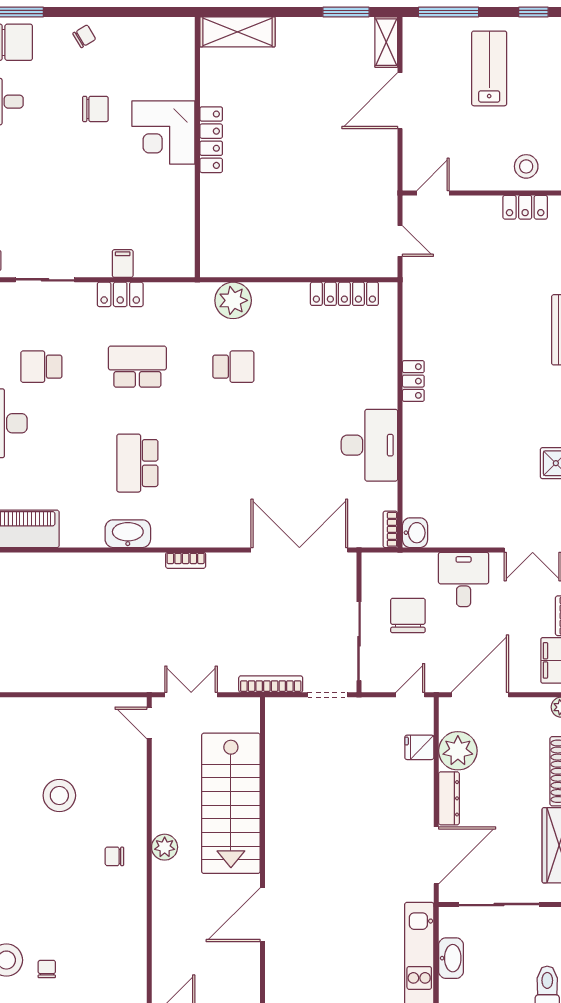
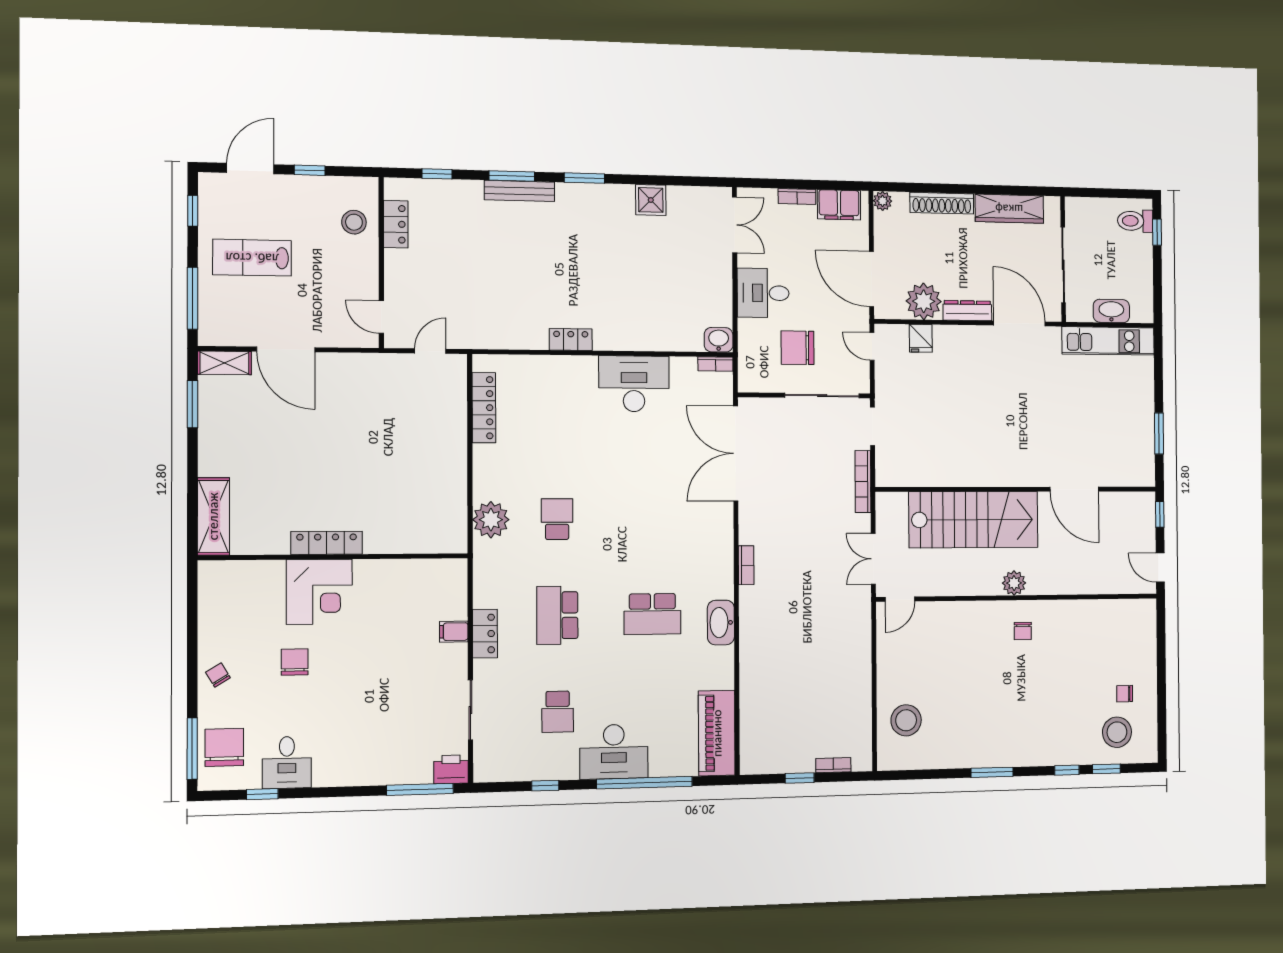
stool: (59, 795) -> (906, 720), moved

